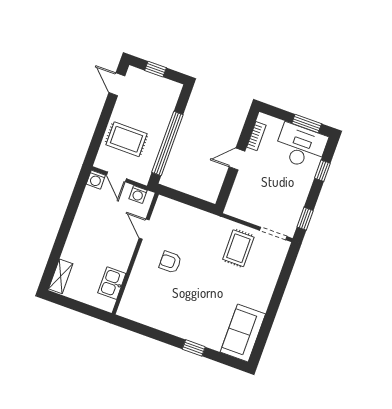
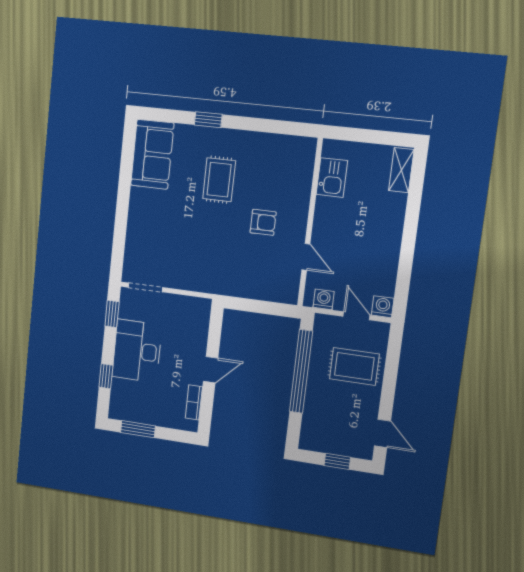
desk: (301, 146) -> (137, 351), moved, turned 90
rug: (238, 248) -> (219, 180), moved

